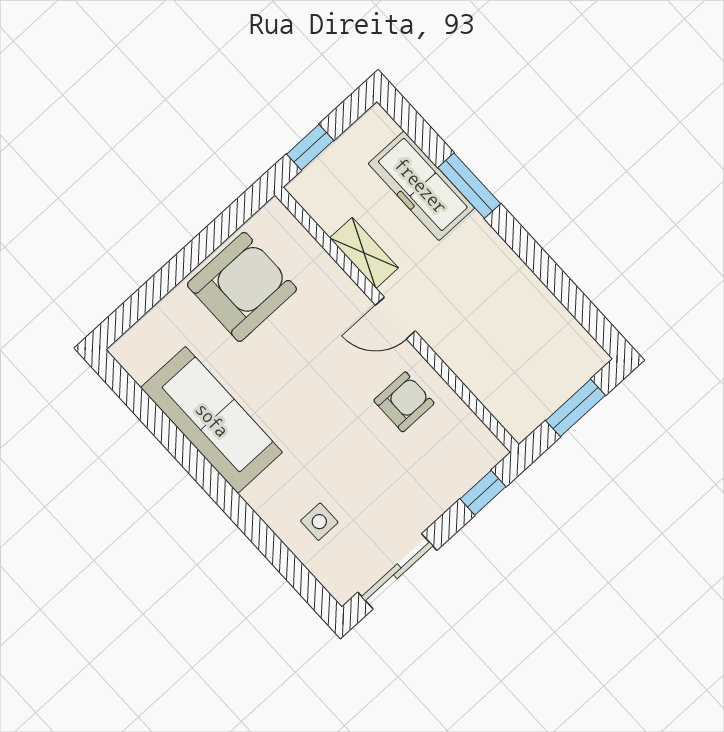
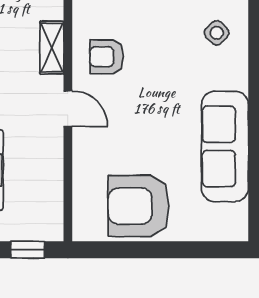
shelving: (364, 253) -> (52, 48), moved
side table: (319, 522) -> (217, 33), turned 45

